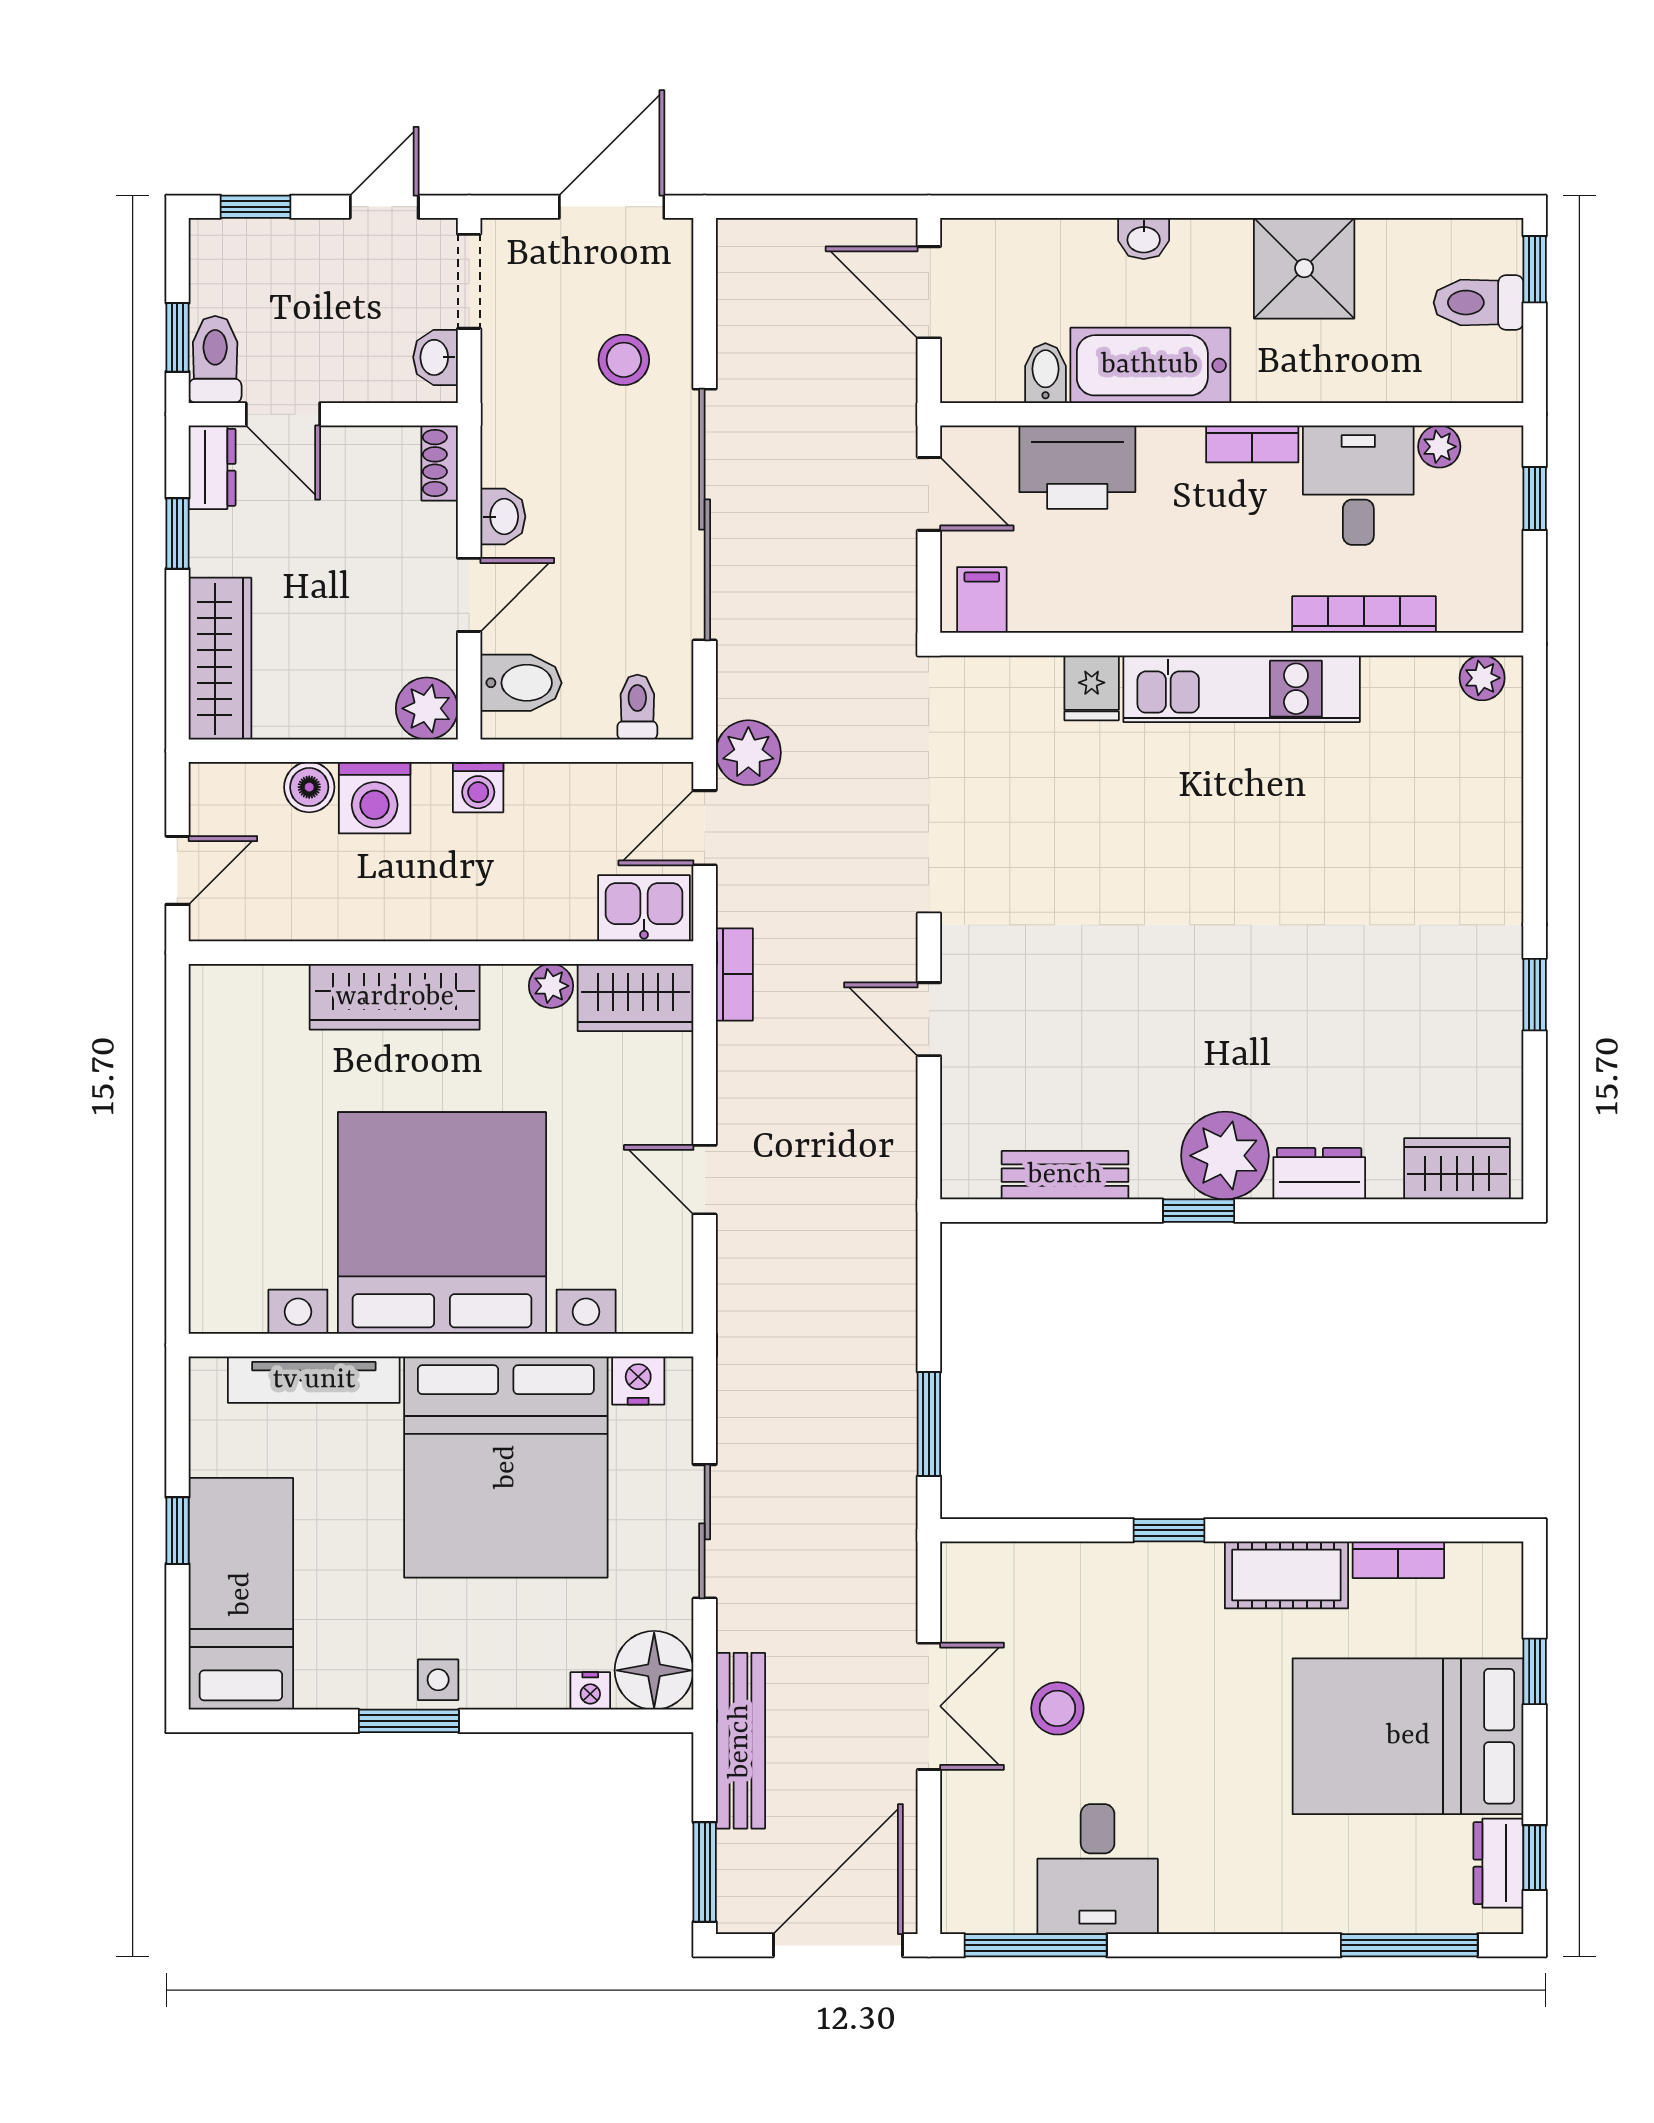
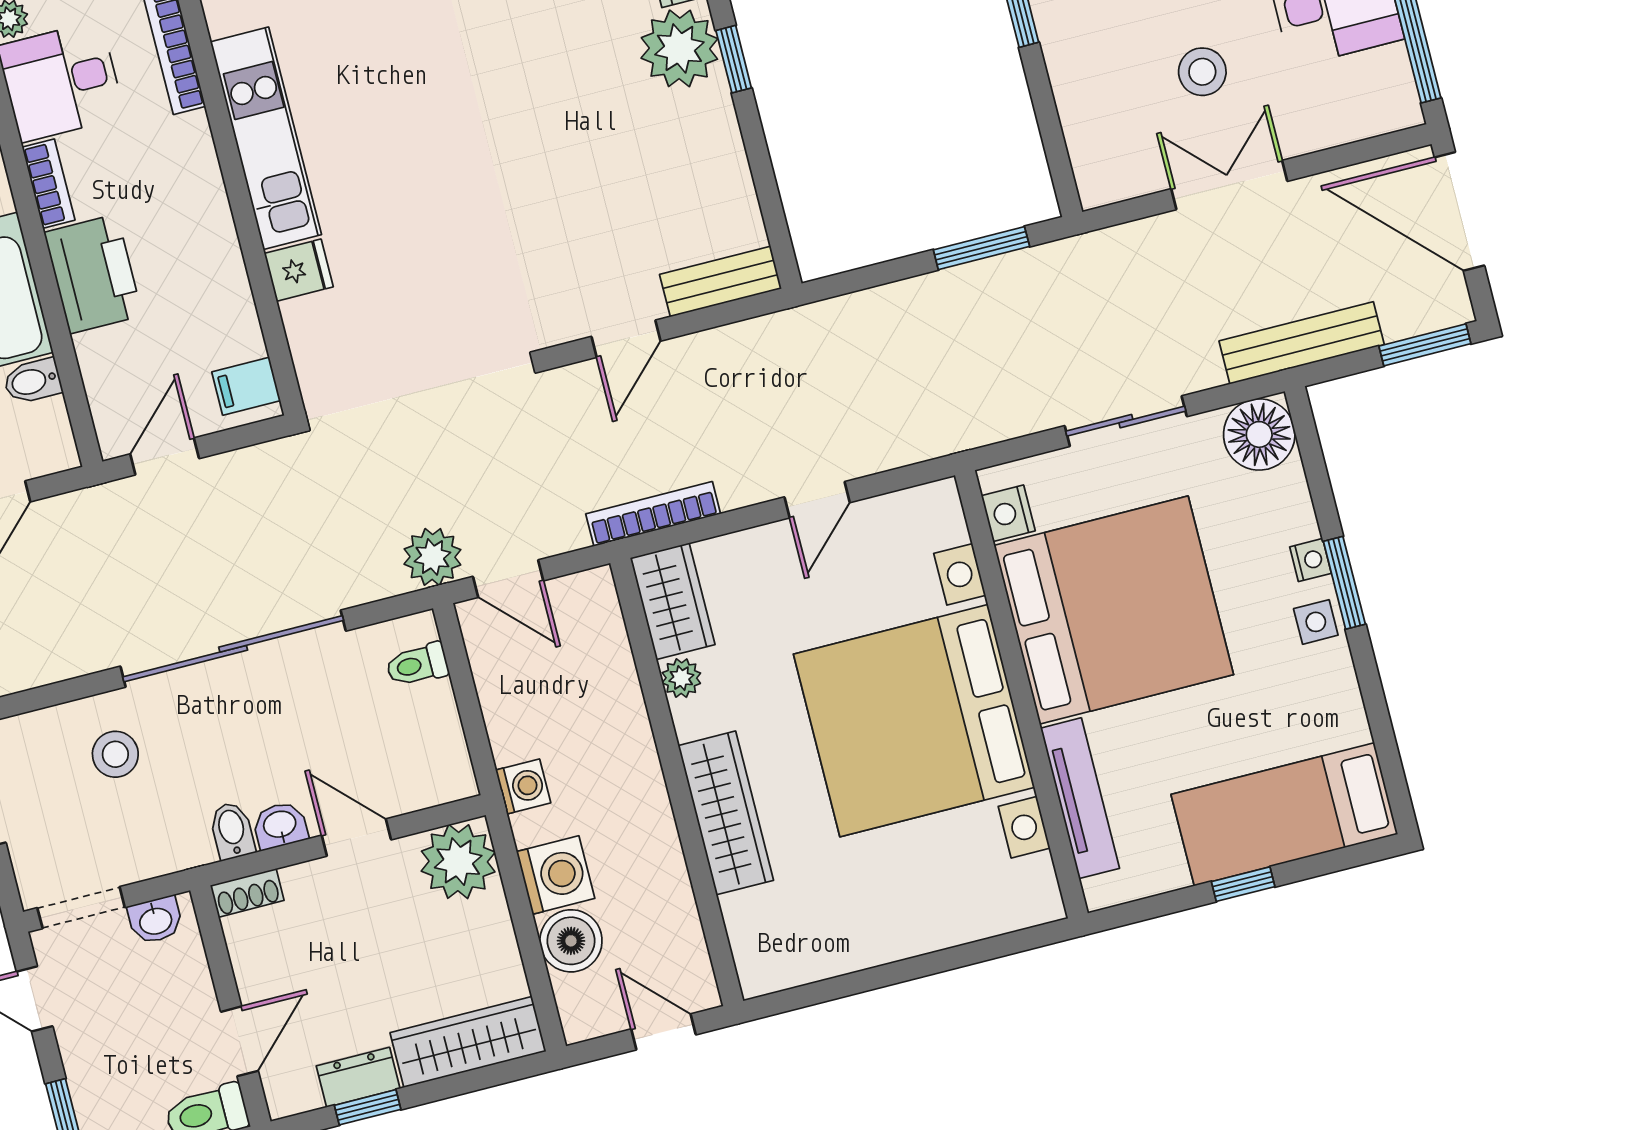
dresser: (212, 467) -> (358, 1077), moved
printer: (1077, 467) -> (93, 274), moved
bidet: (521, 683) -> (232, 831), moved, width x0.72, depth x0.74
plant: (427, 708) -> (458, 862), width x1.36, depth x1.36
boiler: (309, 787) -> (571, 941), width x1.36, depth x1.36
kitchen sink: (644, 908) -> (592, 614), removed
bookcase: (734, 974) -> (653, 514), width x1.56
bench: (1065, 1175) -> (721, 282), moved, turned 90
nightstand: (590, 1691) -> (1310, 560), moved
window: (409, 1721) -> (1344, 583), moved

